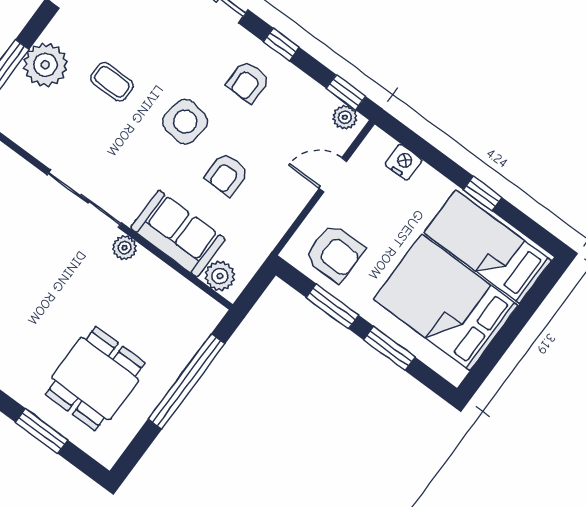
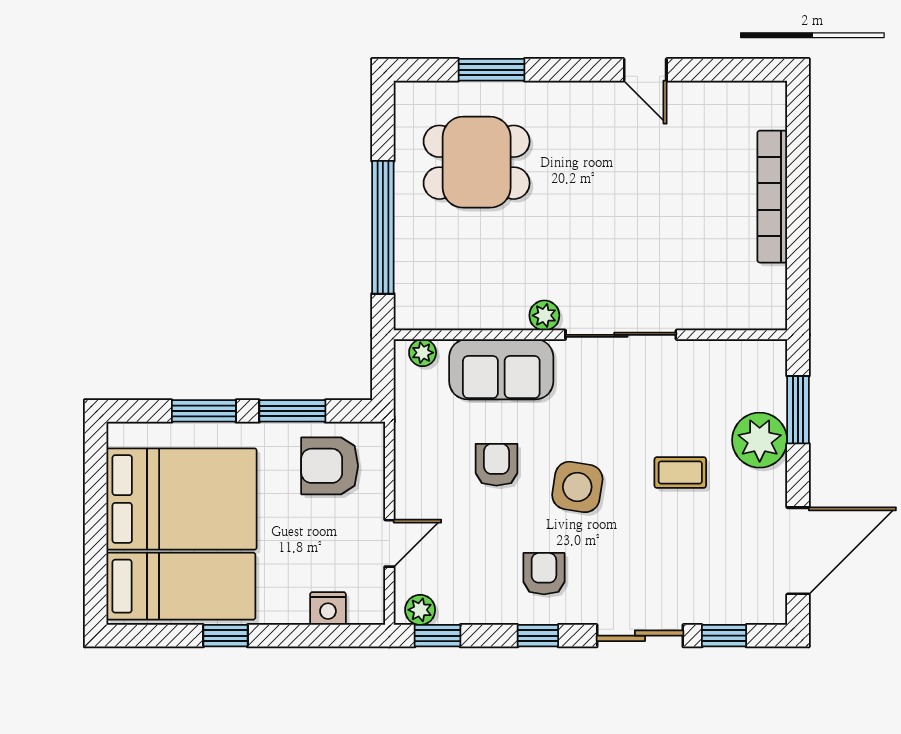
plant: (220, 276) -> (423, 353), width x0.73, depth x0.73
dining table: (95, 379) -> (477, 162), turned 90

